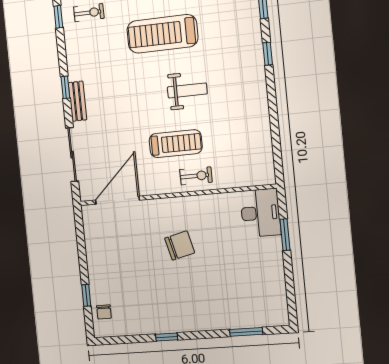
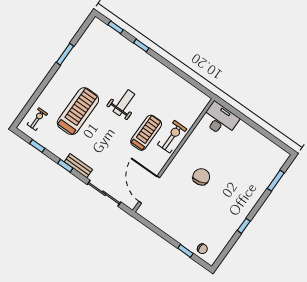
window: (58, 17) -> (37, 146), moved
treadmill: (162, 34) -> (78, 111), moved, turned 180
exercise bike: (196, 176) -> (172, 137), width x1.38, depth x1.39
window: (285, 235) -> (242, 117), removed

